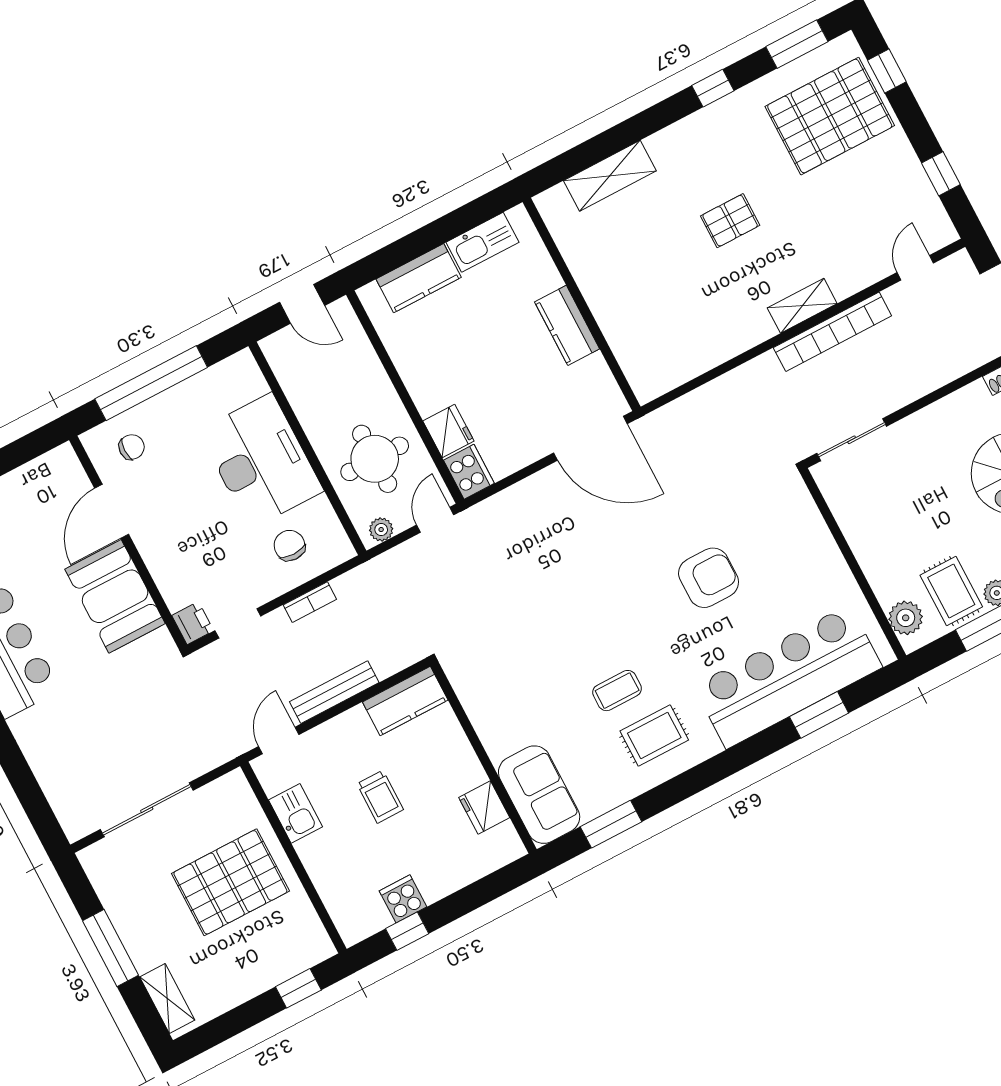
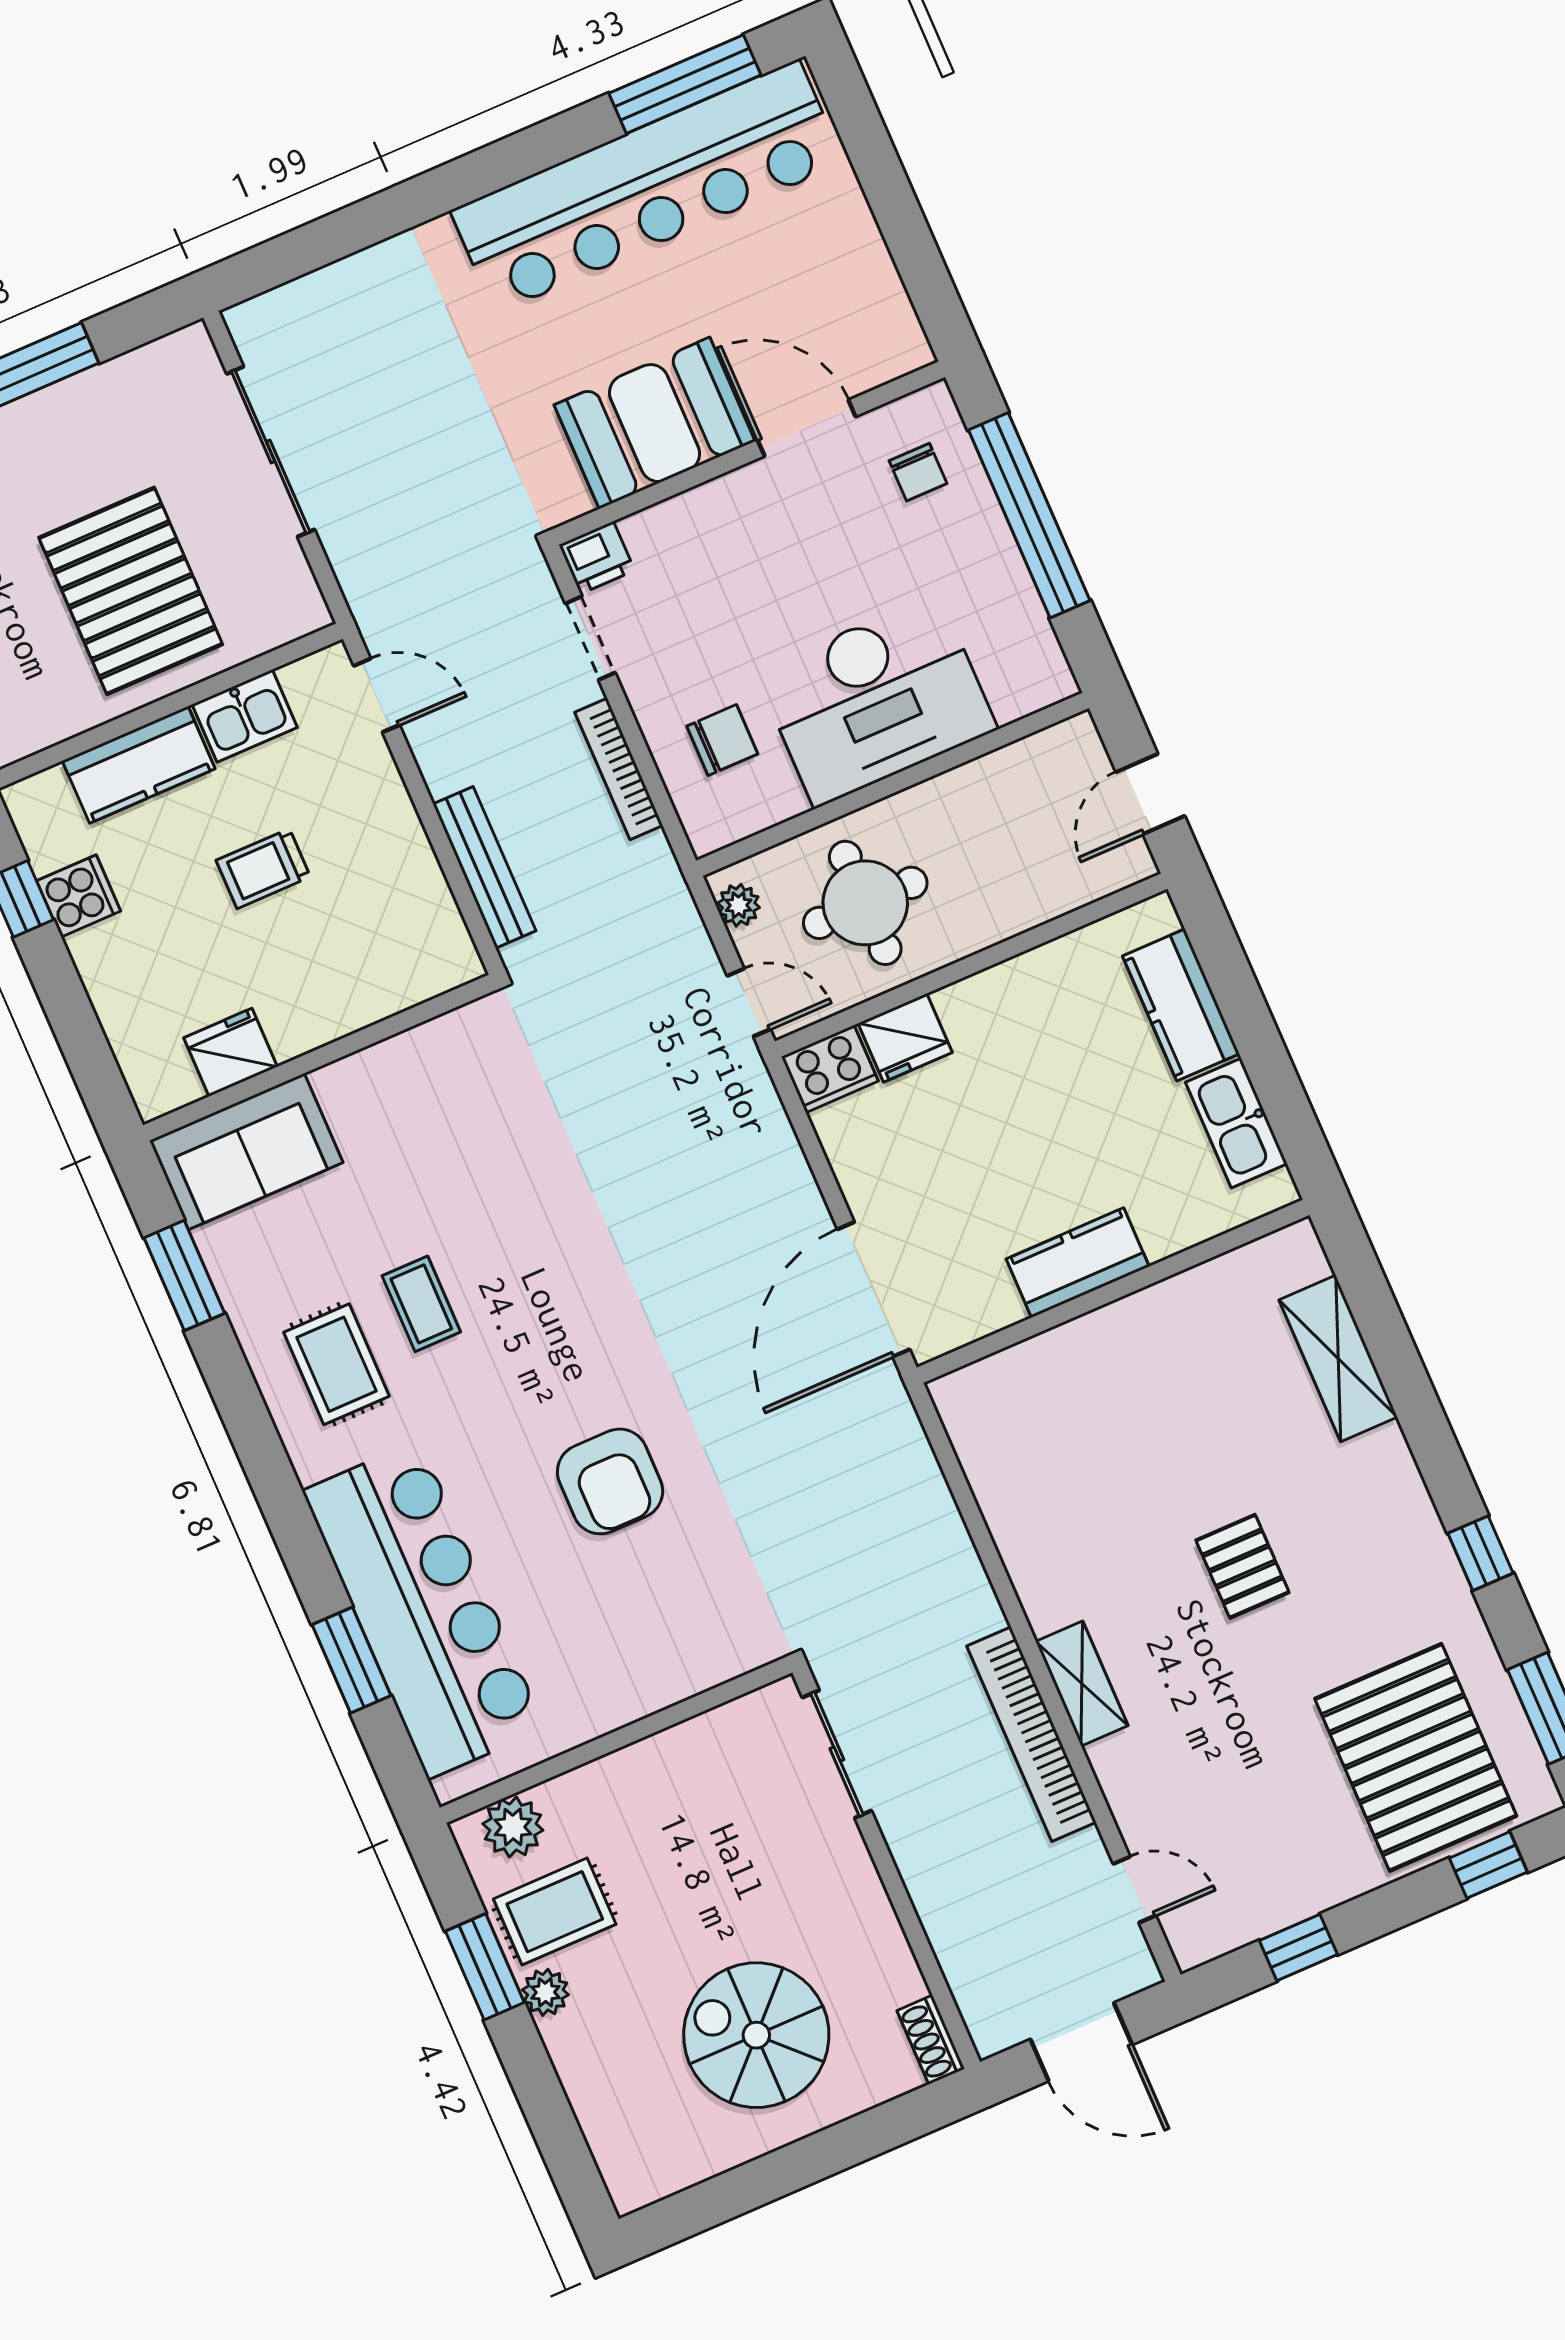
bookcase: (310, 602) -> (619, 769), width x1.56
bench: (334, 692) -> (484, 867), moved
kitchen counter: (405, 701) -> (139, 765), moved, turned -90

